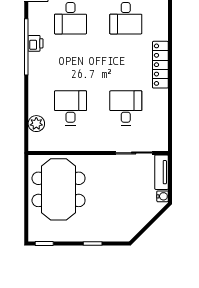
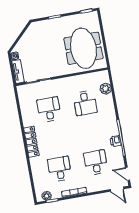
desk: (126, 108) -> (49, 109), turned 180

